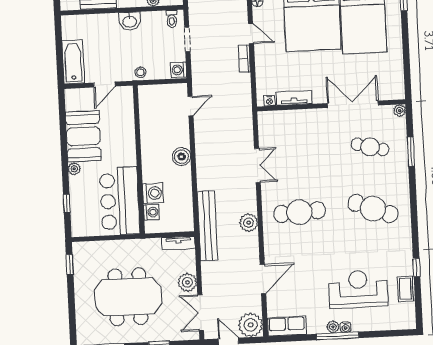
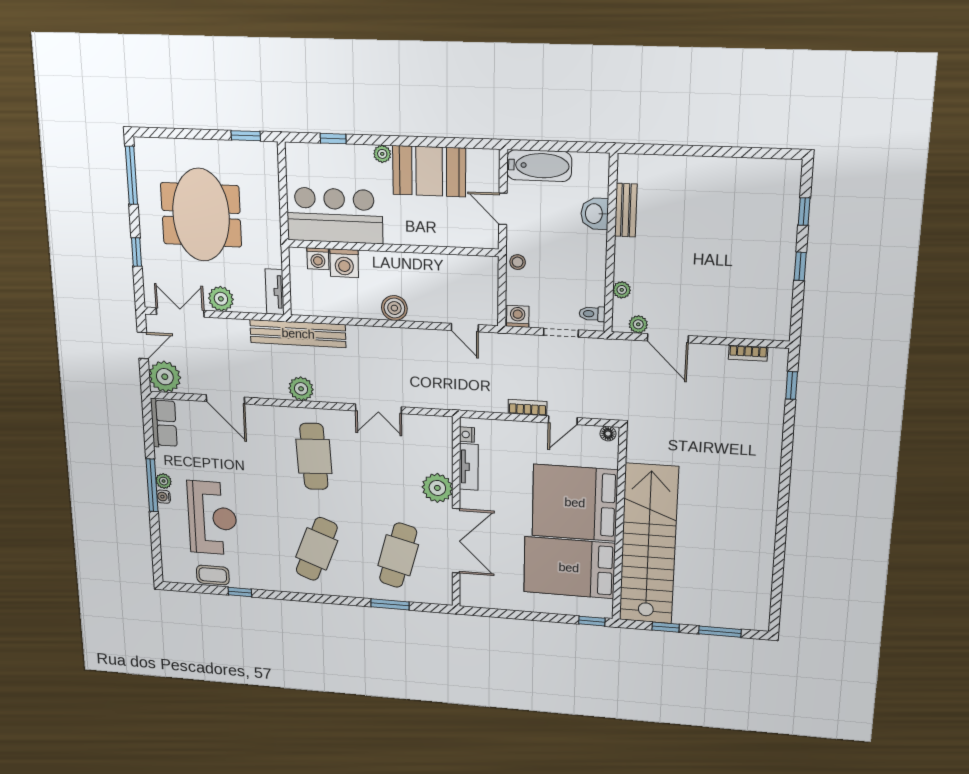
washbasin: (130, 21) -> (595, 214), moved
plant: (400, 111) -> (437, 488), moved, width x1.87, depth x1.87
cafe table: (370, 147) -> (398, 555), width x1.37, depth x1.35

